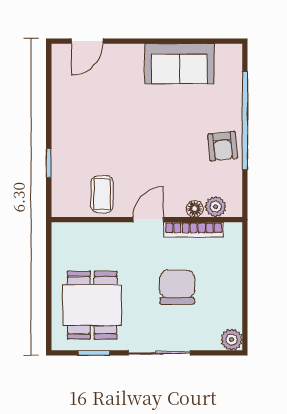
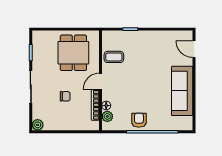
sofa: (179, 64) -> (182, 91), width x1.36
armchair: (223, 146) -> (139, 120), turned 96
door: (148, 220) -> (101, 81), swing flipped
chair: (177, 287) -> (65, 96), width x0.54, depth x0.54
dining table: (92, 305) -> (73, 53), moved, turned 90

